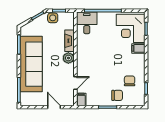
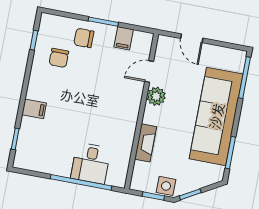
desk: (87, 23) -> (91, 163), moved
corner desk: (131, 28) -> (41, 144), removed
plant: (68, 58) -> (156, 96), moved
filing cabinet: (81, 100) -> (124, 38), moved

